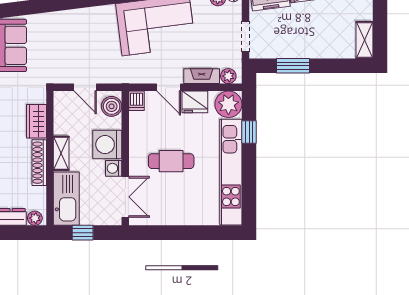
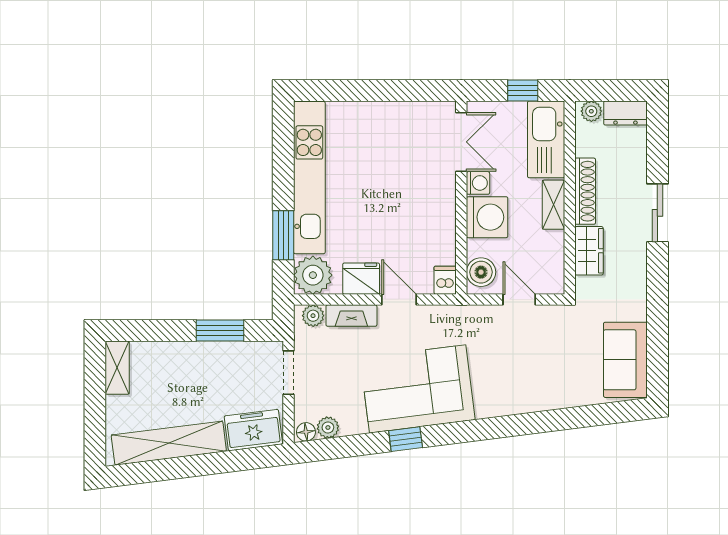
window: (249, 132) -> (283, 235), width x1.50
cafe table: (171, 161) -> (395, 193), removed
double door: (125, 197) -> (461, 142), swing flipped

